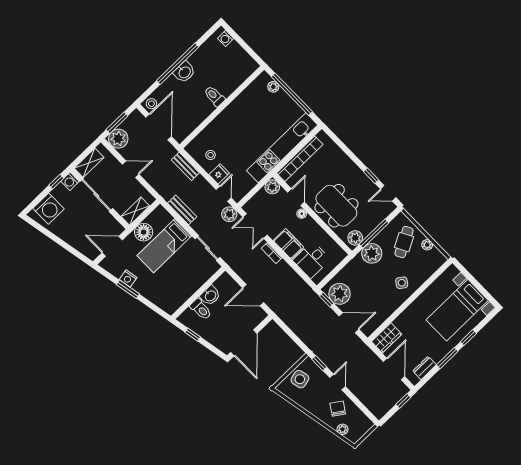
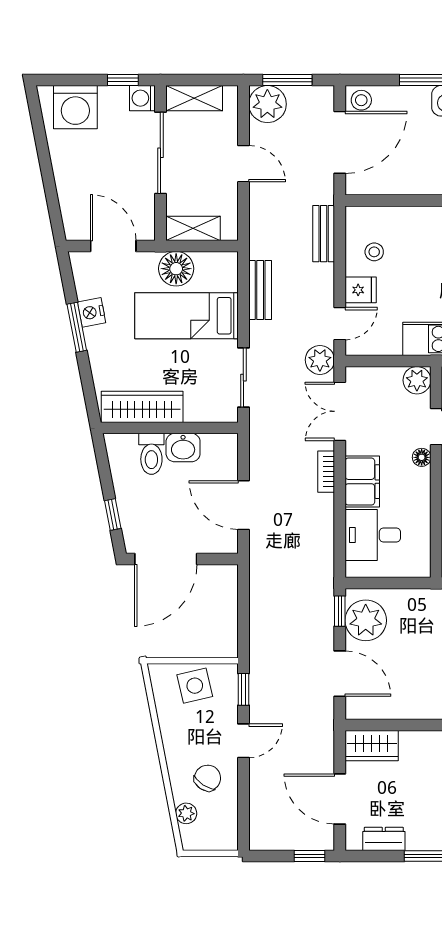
wardrobe: (181, 295) -> (142, 407), added
window: (193, 335) -> (113, 515), moved
door: (394, 369) -> (340, 799), swing flipped

